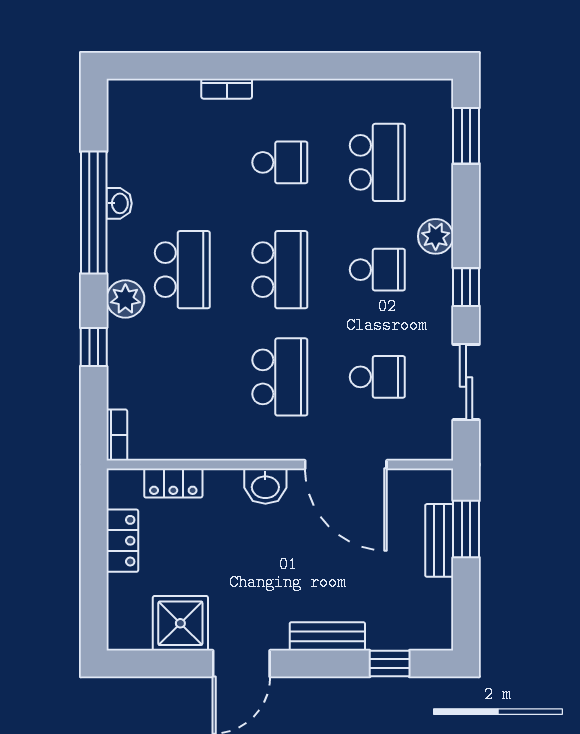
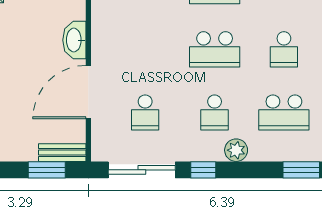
school desk: (280, 377) -> (145, 49), removed
sliding door: (466, 382) -> (142, 170), width x1.37
washbasin: (265, 486) -> (74, 40), width x1.38
bench: (439, 540) -> (62, 153), moved

